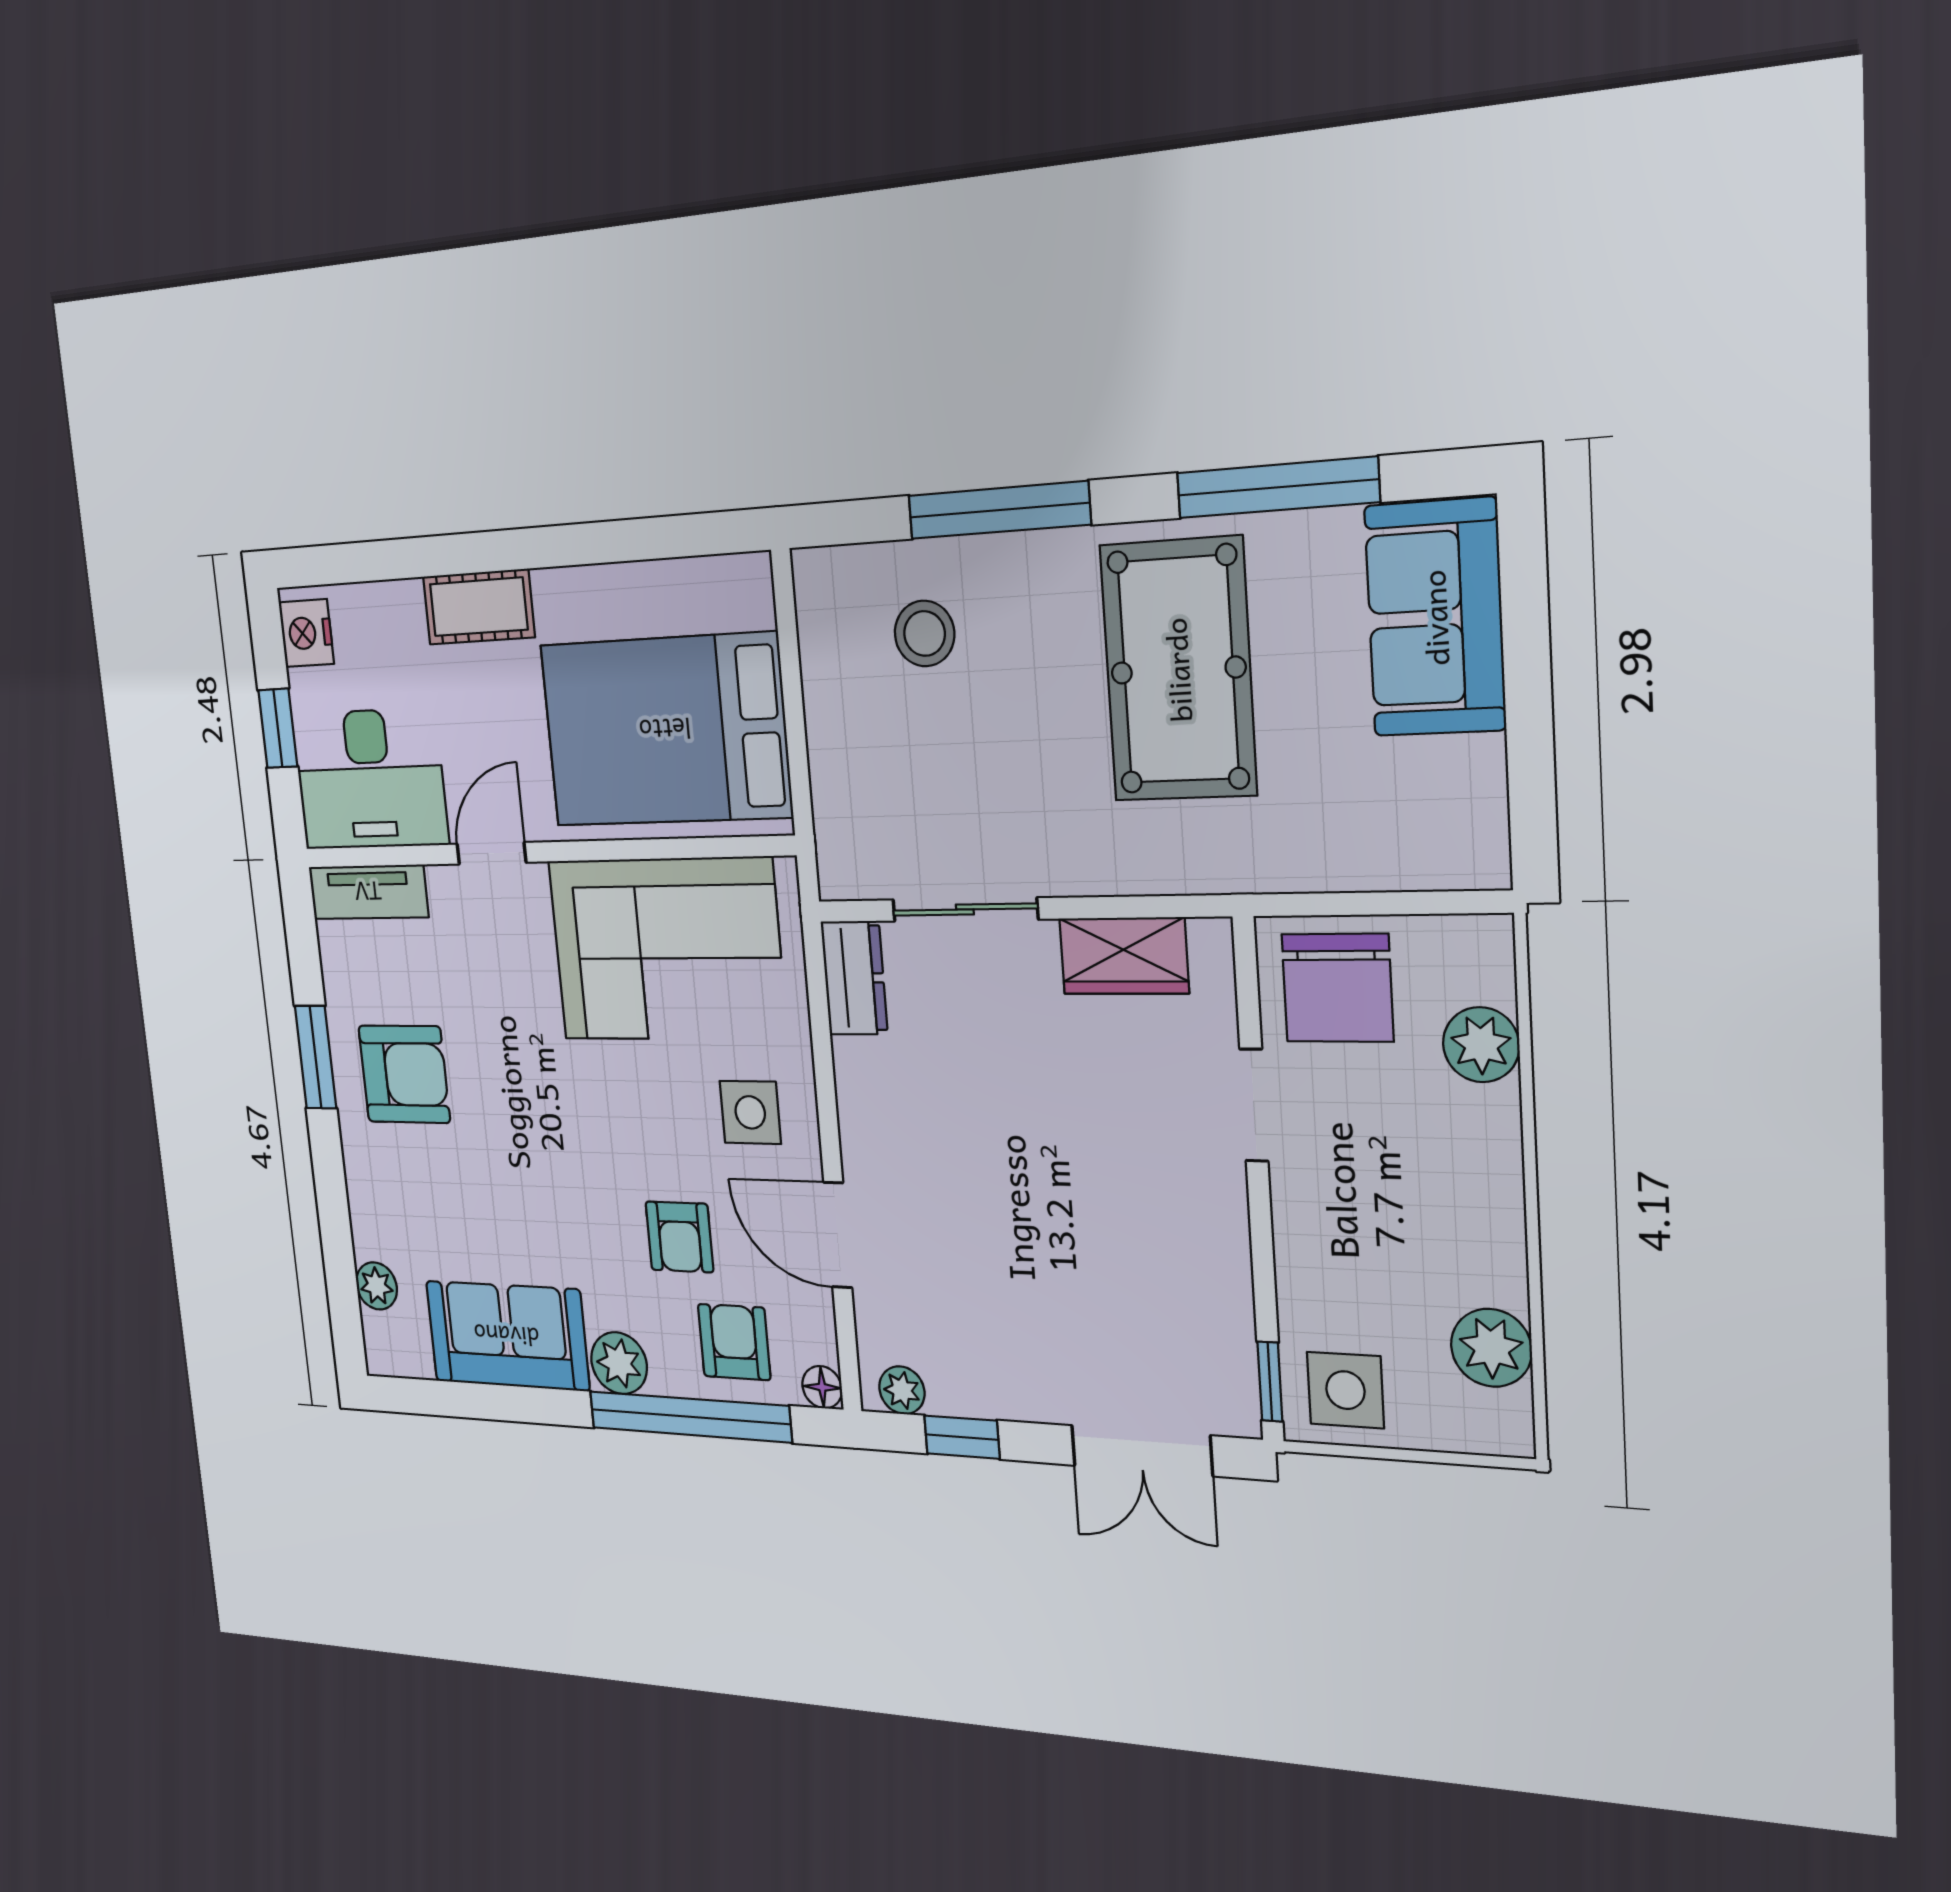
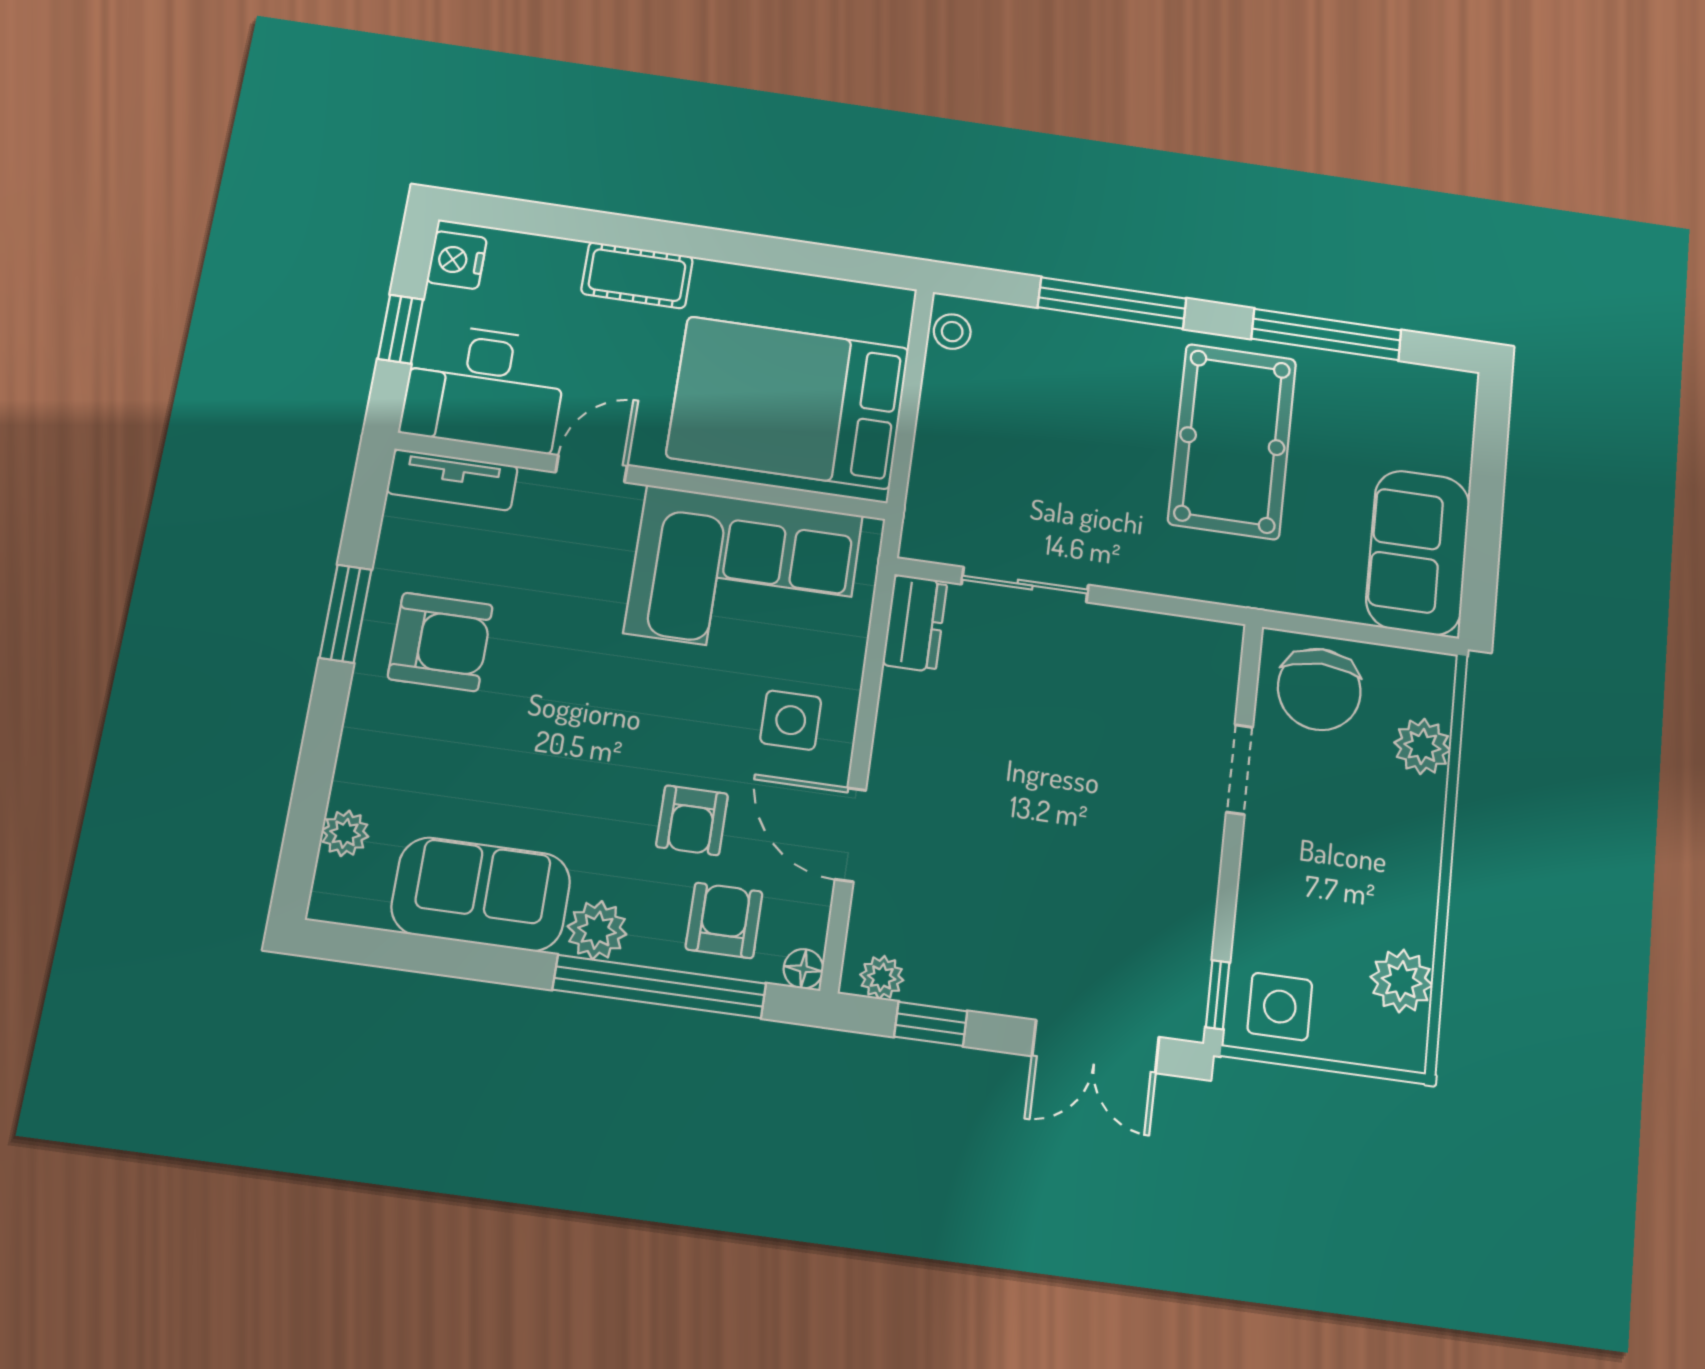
sofa: (1435, 618) -> (1418, 552), moved
stool: (925, 633) -> (952, 332), moved, width x0.73, depth x0.73
wardrobe: (1124, 956) -> (1153, 640), removed

